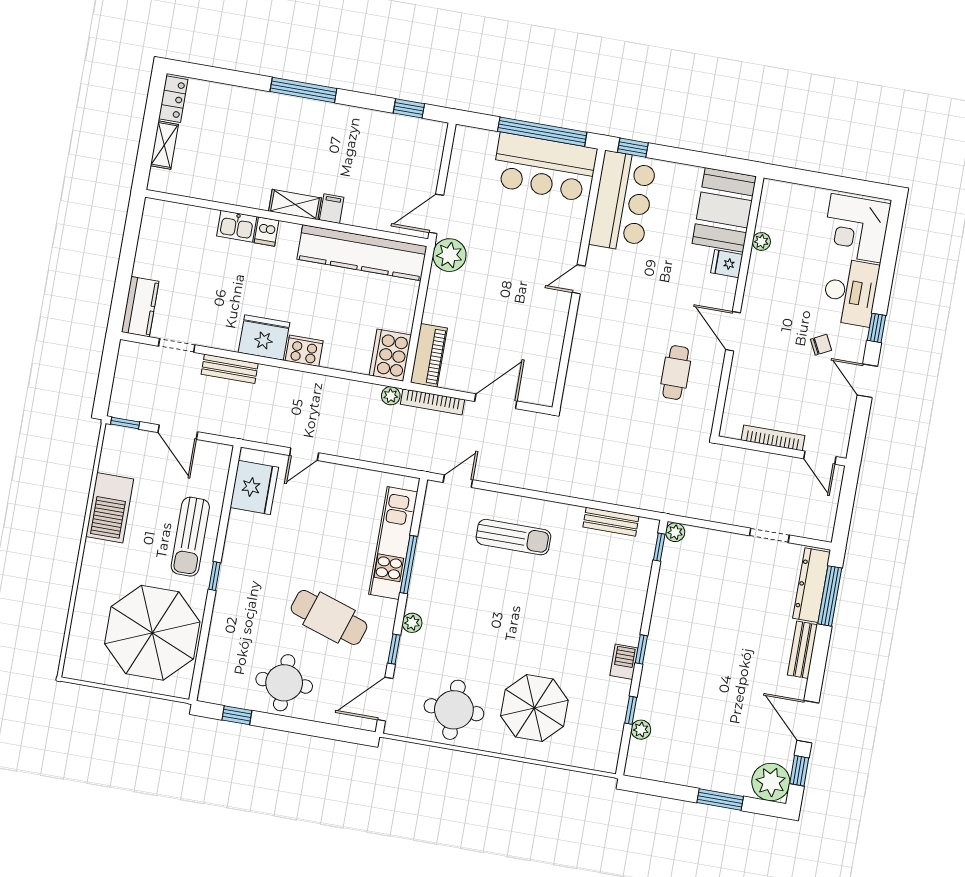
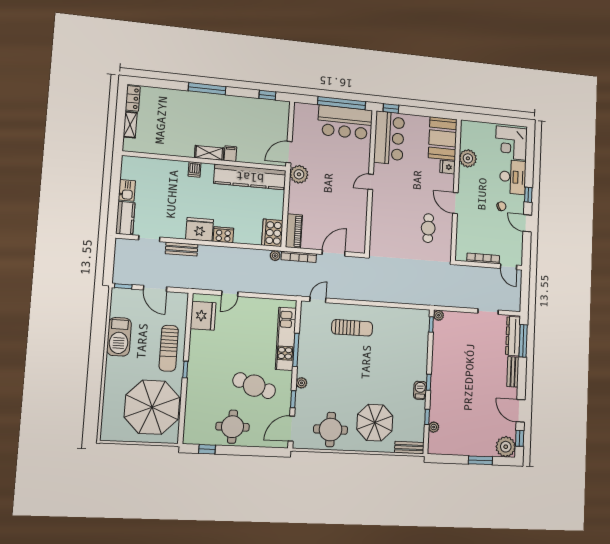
kitchen sink: (237, 226) -> (127, 190), moved, turned -90
plant: (761, 241) -> (468, 158), width x1.88, depth x1.88
bench: (611, 522) -> (409, 448), moved

